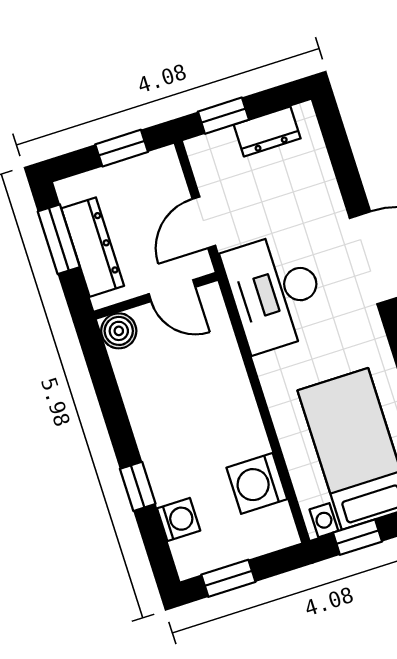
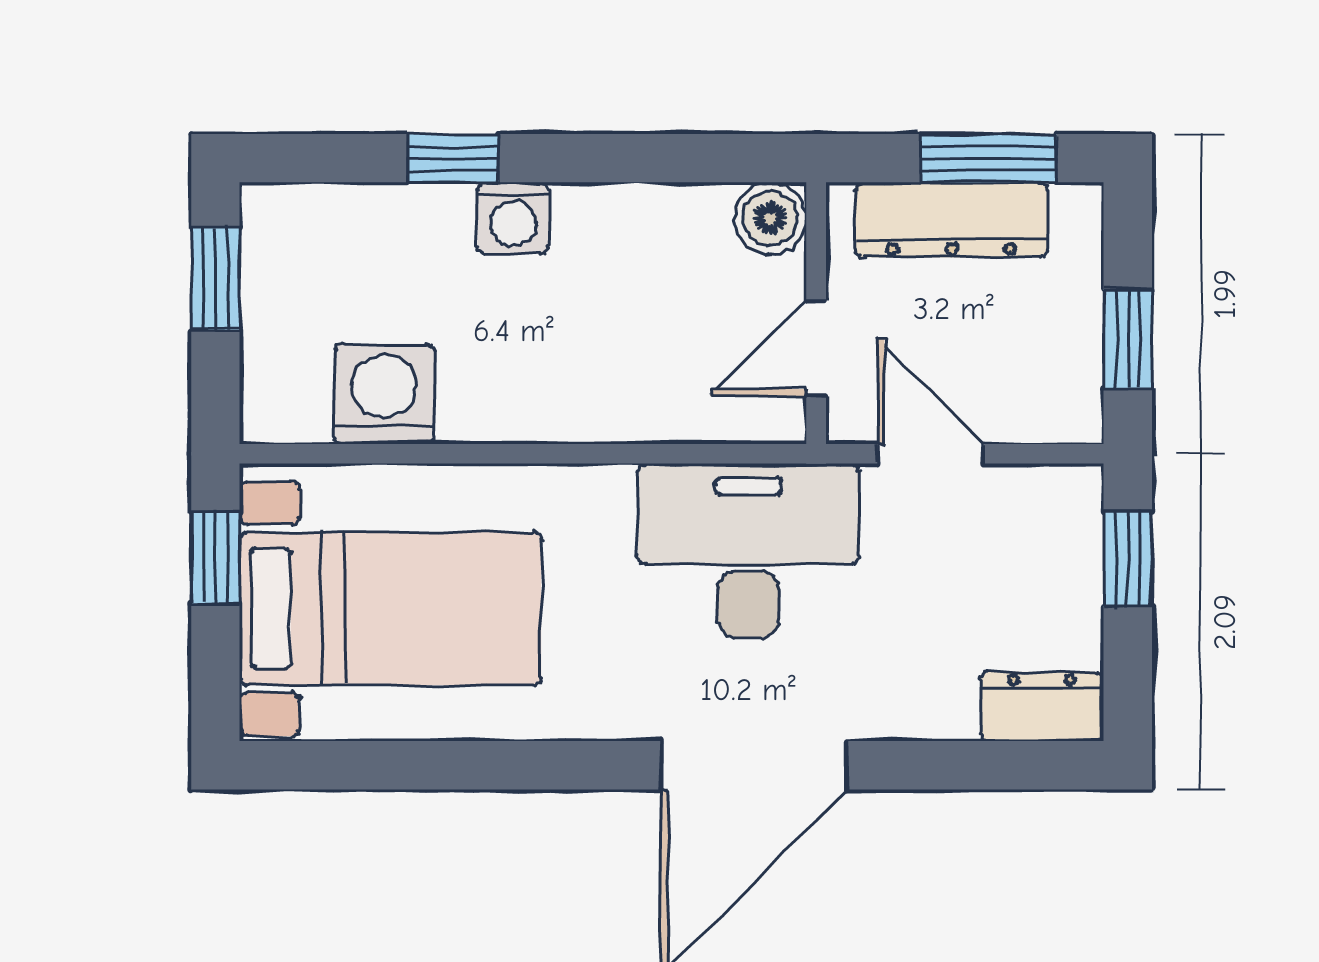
dresser: (267, 132) -> (1042, 707), moved, turned 90
washing machine: (179, 519) -> (513, 218), moved

